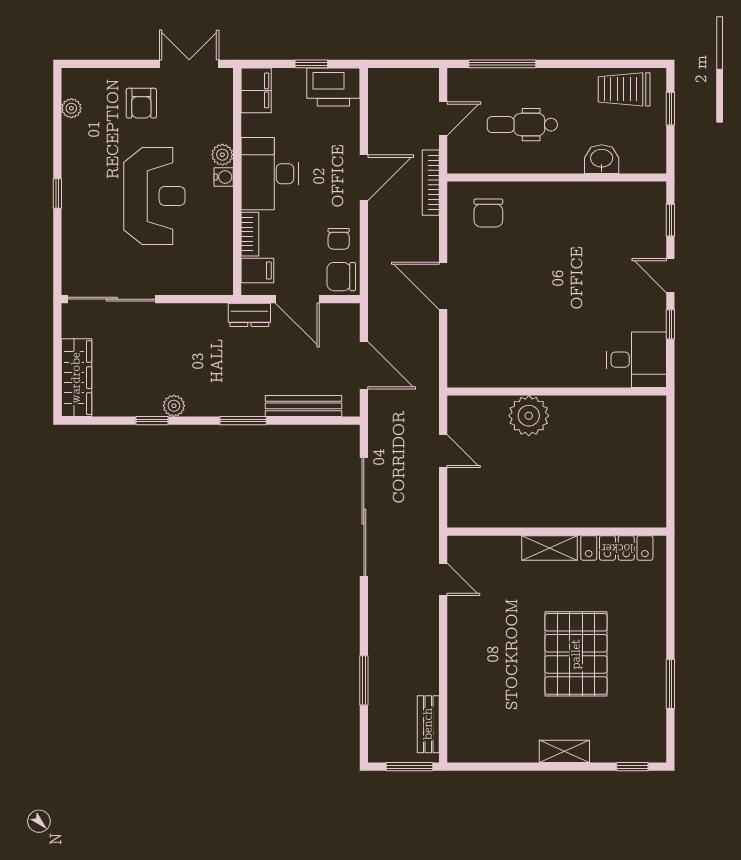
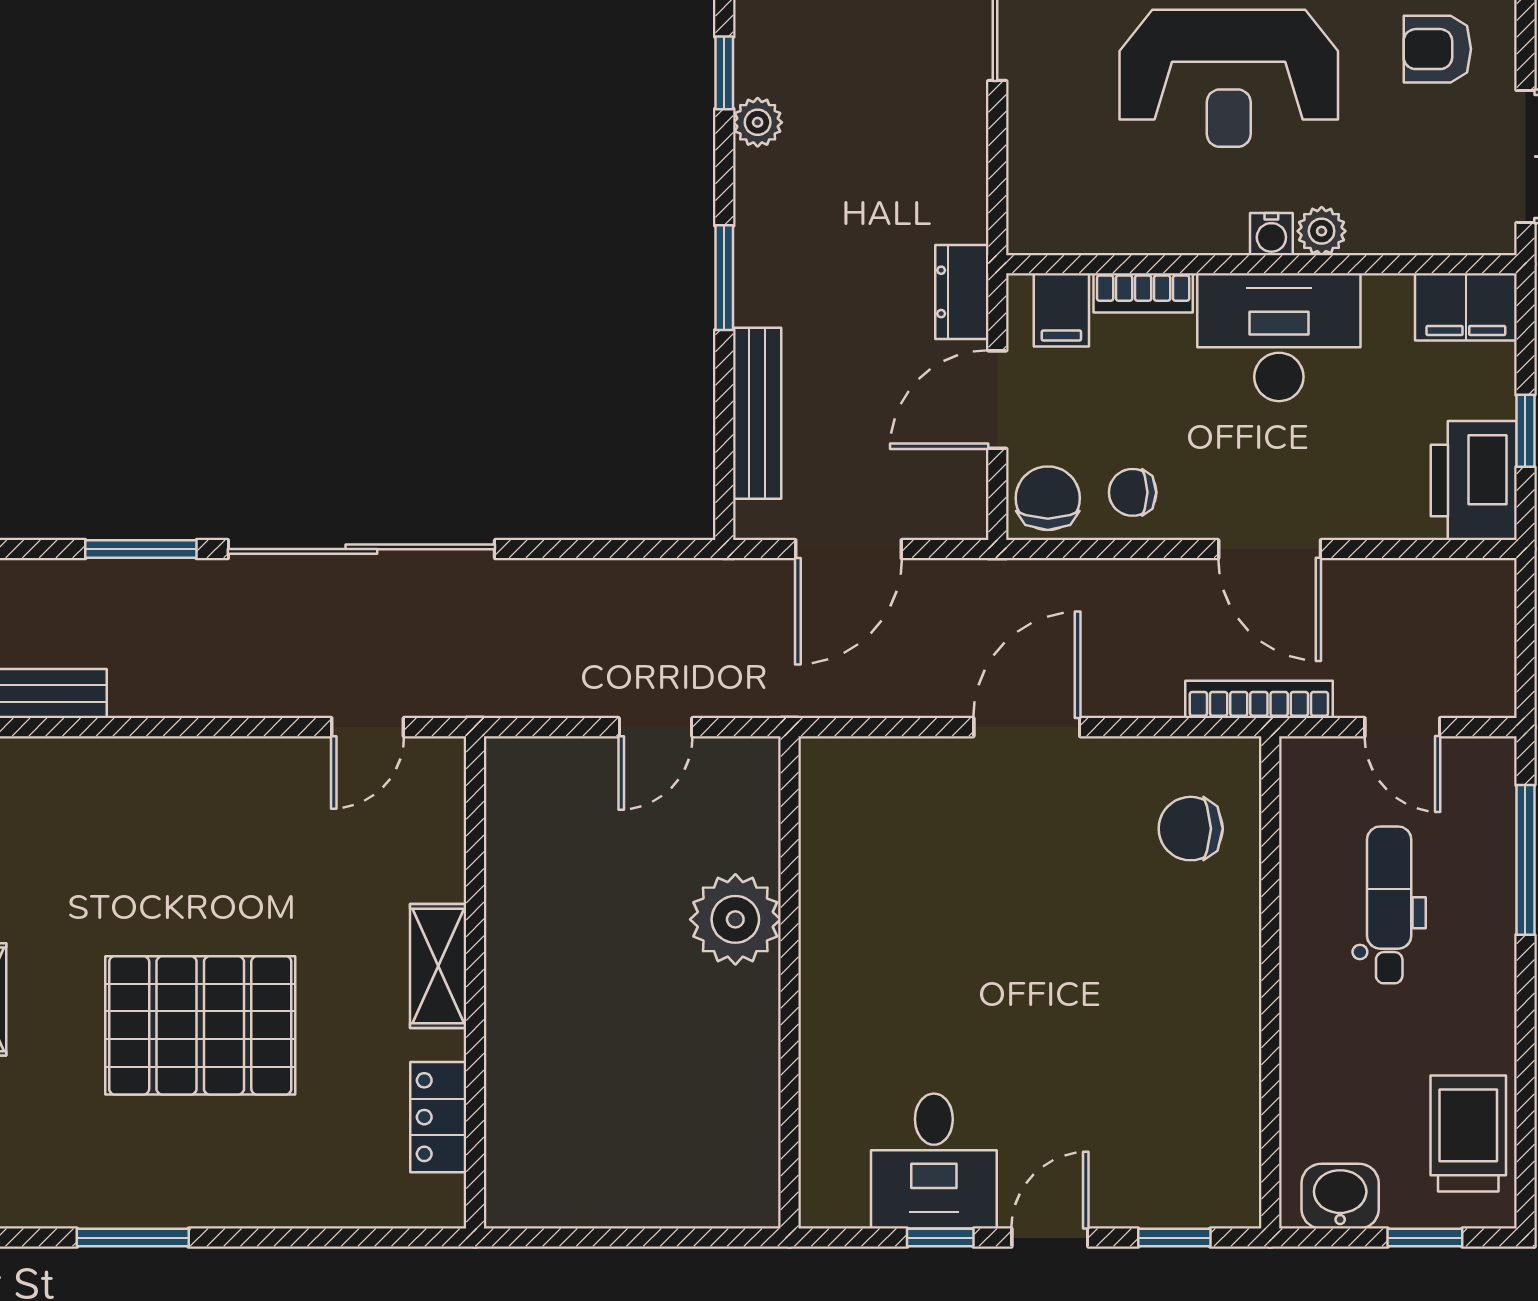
washbasin: (602, 159) -> (1340, 1196), moved, turned -90
desk: (636, 360) -> (934, 1161), moved
sliding door: (364, 517) -> (361, 549), moved
locker: (617, 548) -> (438, 1117), width x0.66

